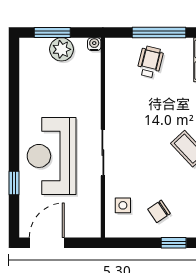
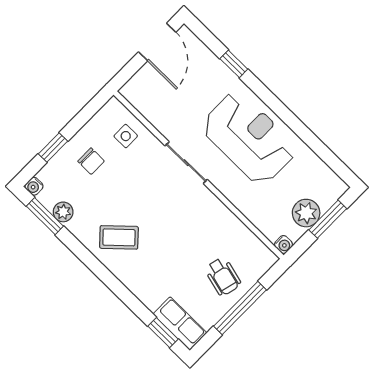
reception desk: (52, 156) -> (249, 138), moved
chair: (159, 211) -> (91, 161), turned 124

